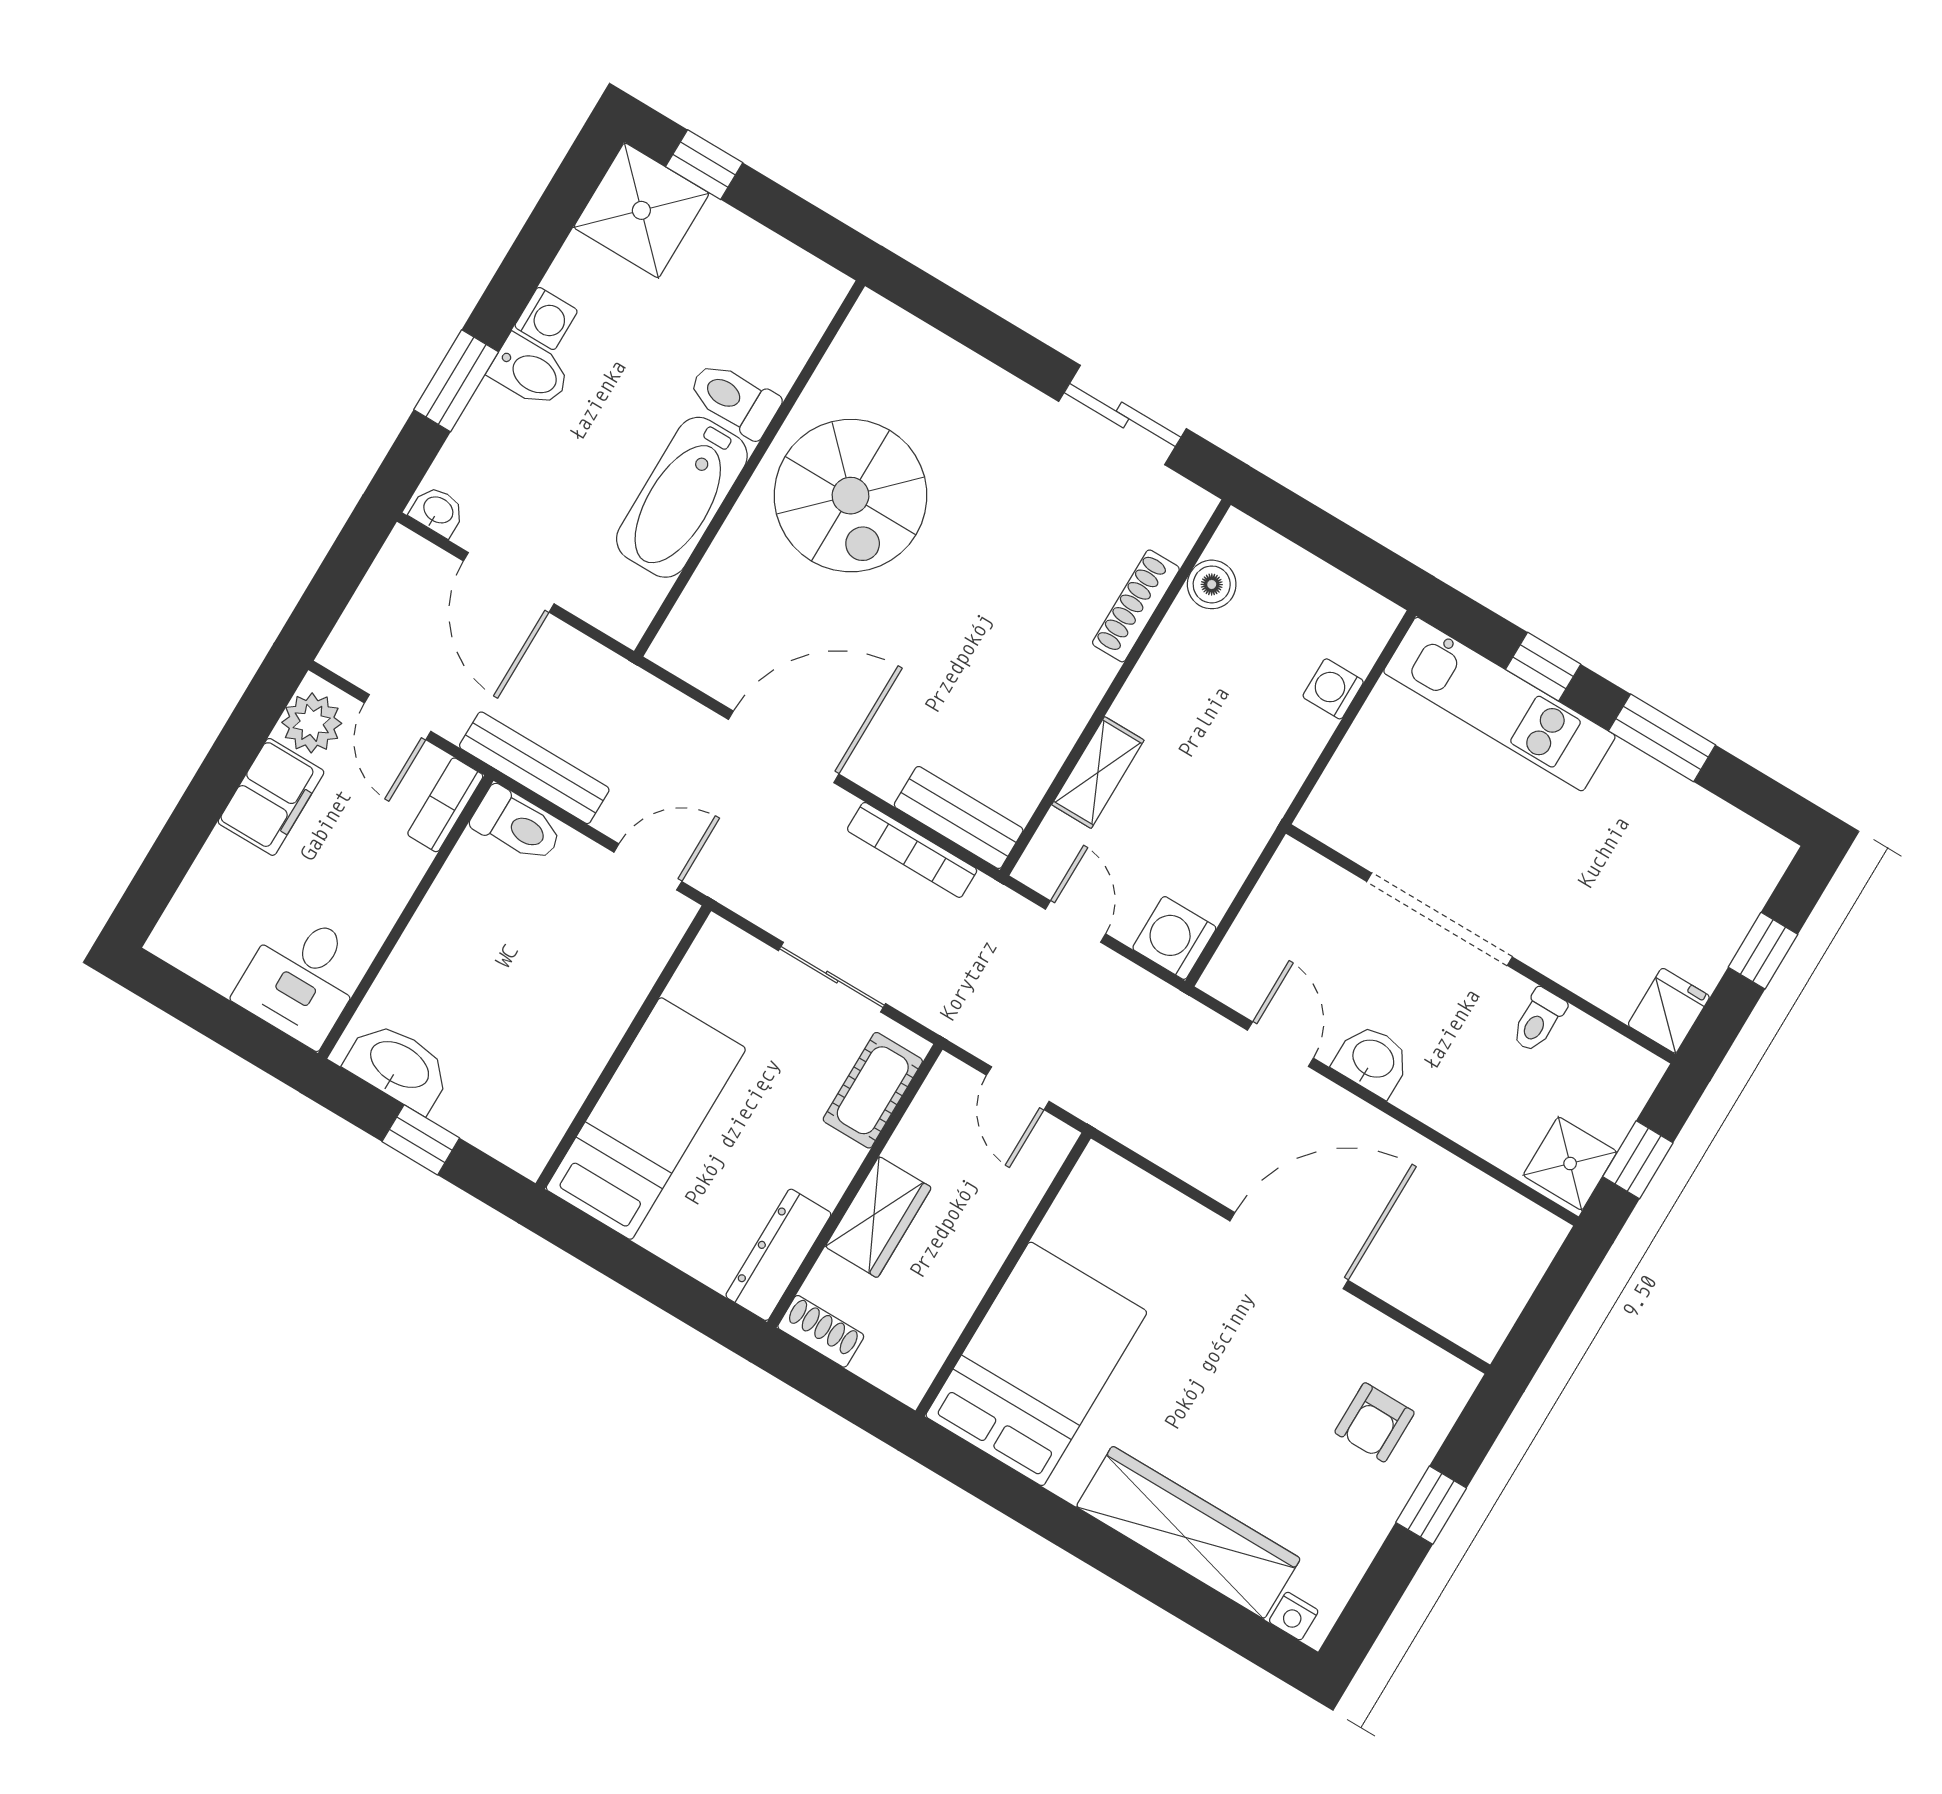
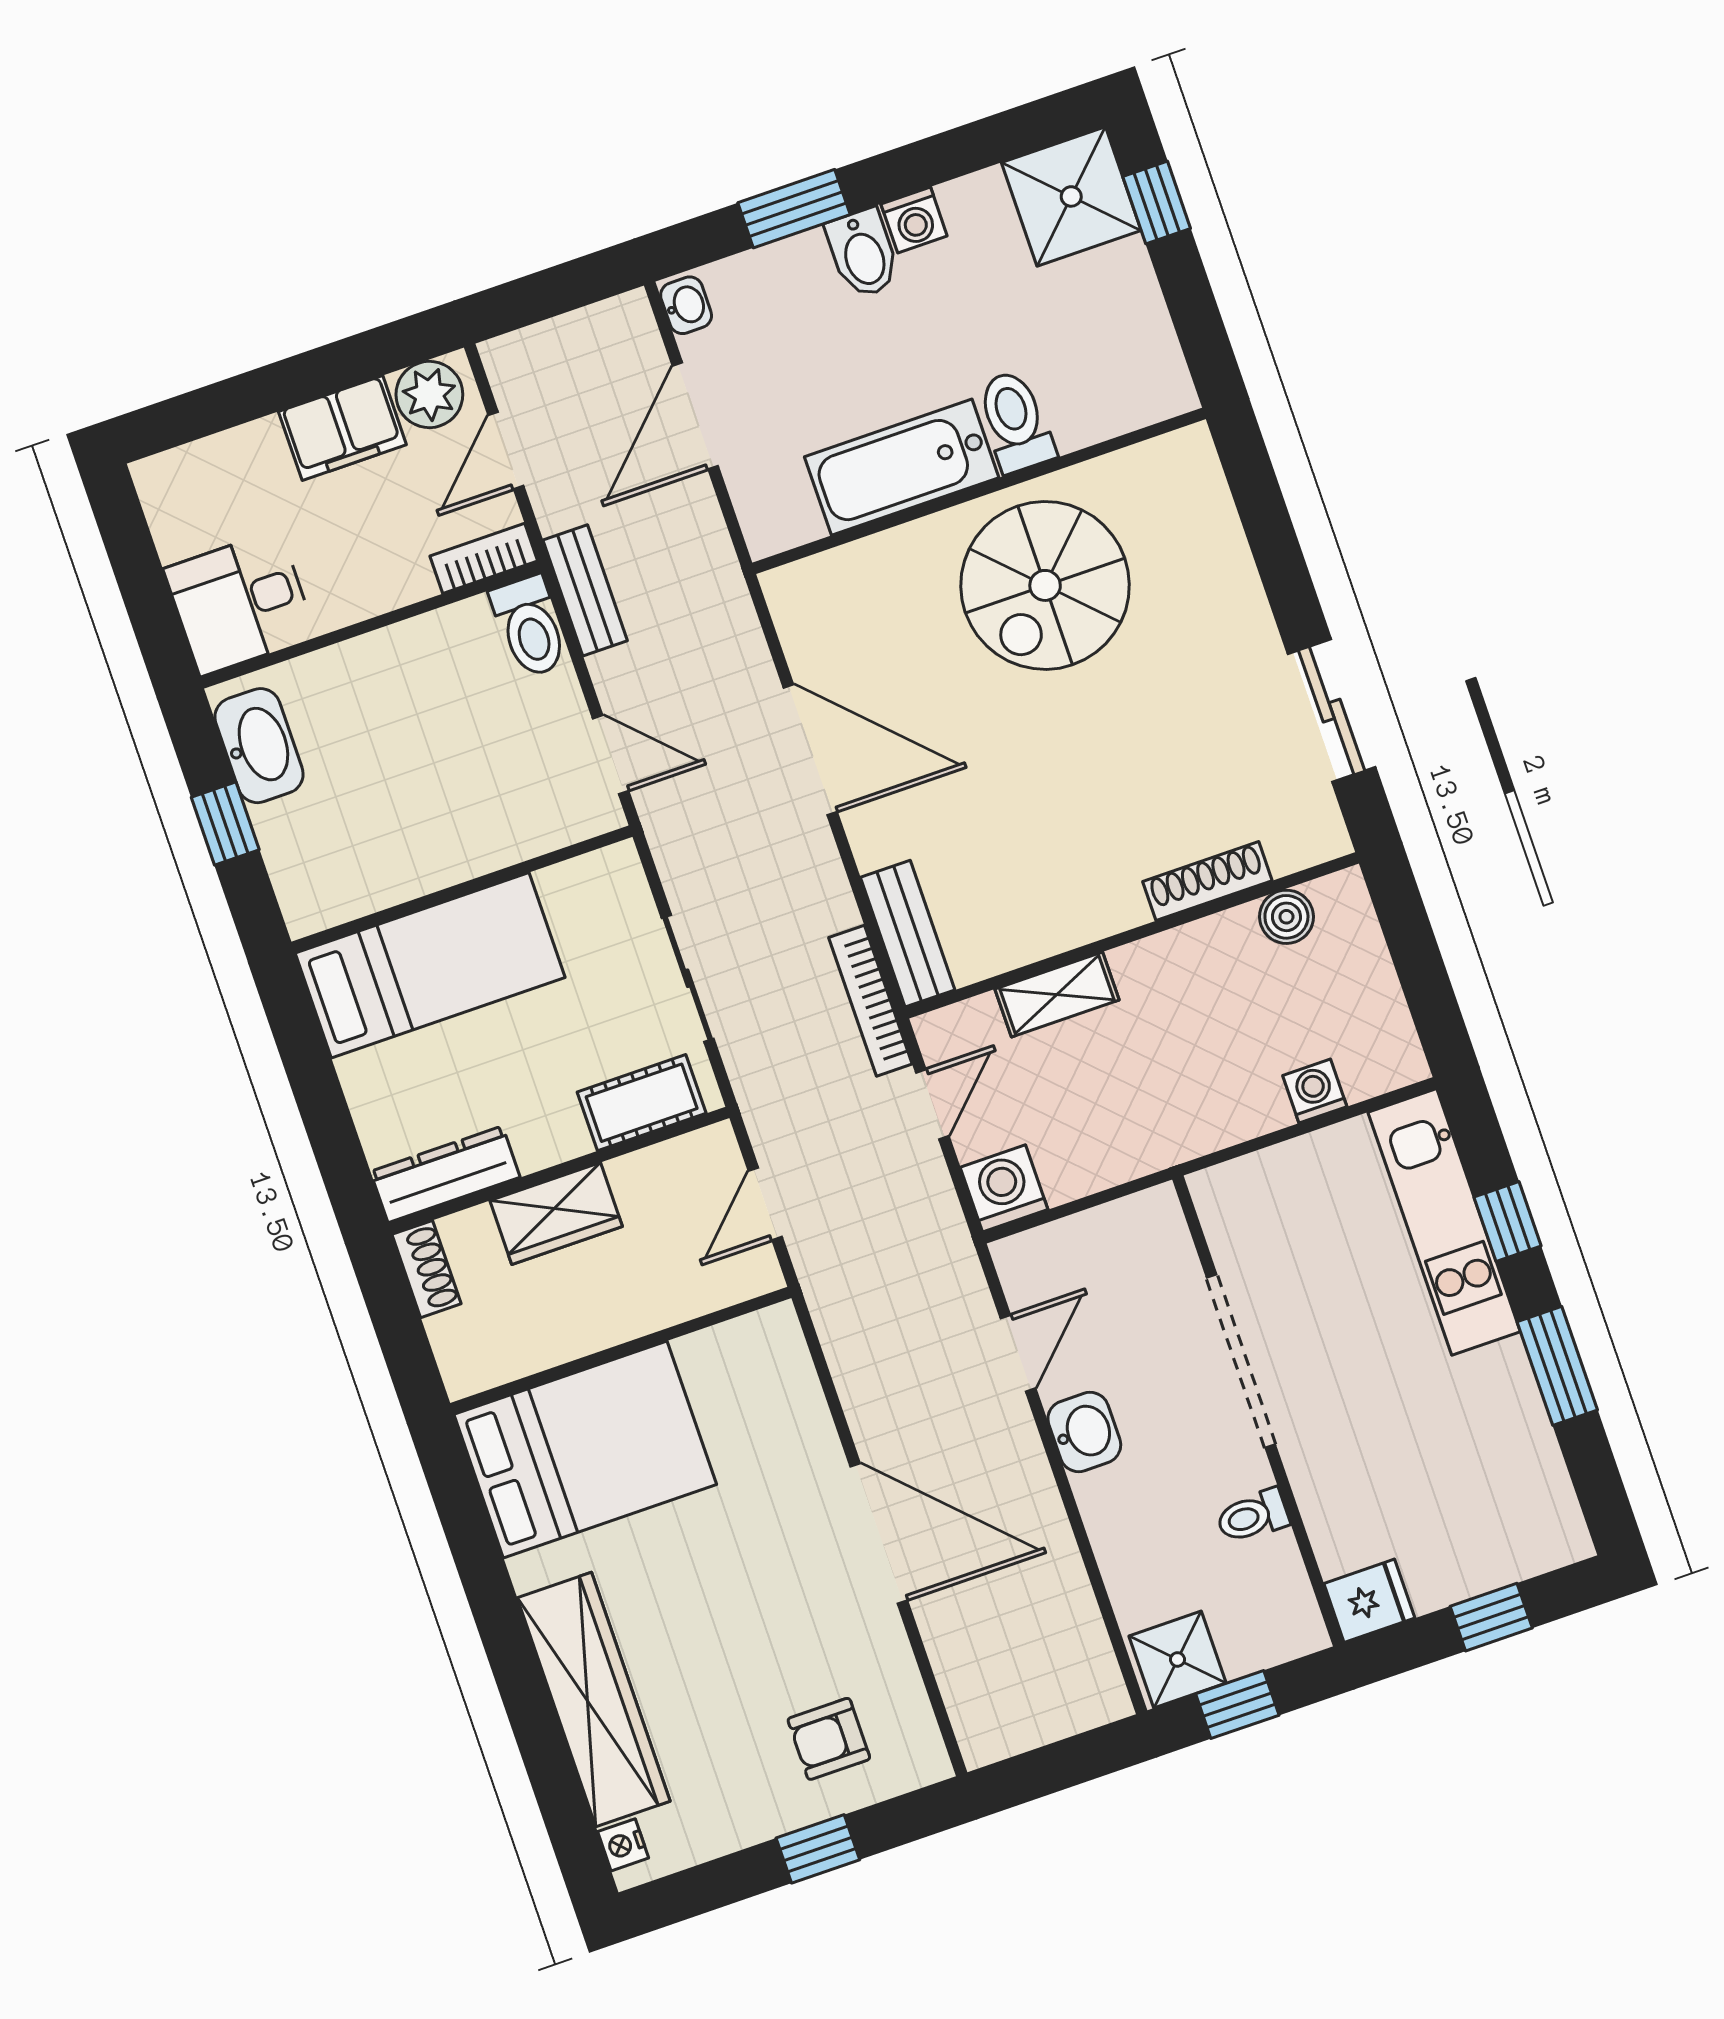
bench: (534, 768) -> (585, 590), width x0.73
bookcase: (912, 850) -> (870, 1001), moved

